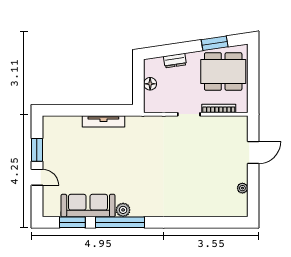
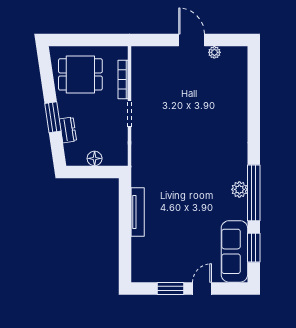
window: (215, 43) -> (53, 117), moved
dining table: (223, 72) -> (80, 74), width x0.73
door: (253, 153) -> (192, 40), moved
sofa: (88, 206) -> (234, 251), moved

